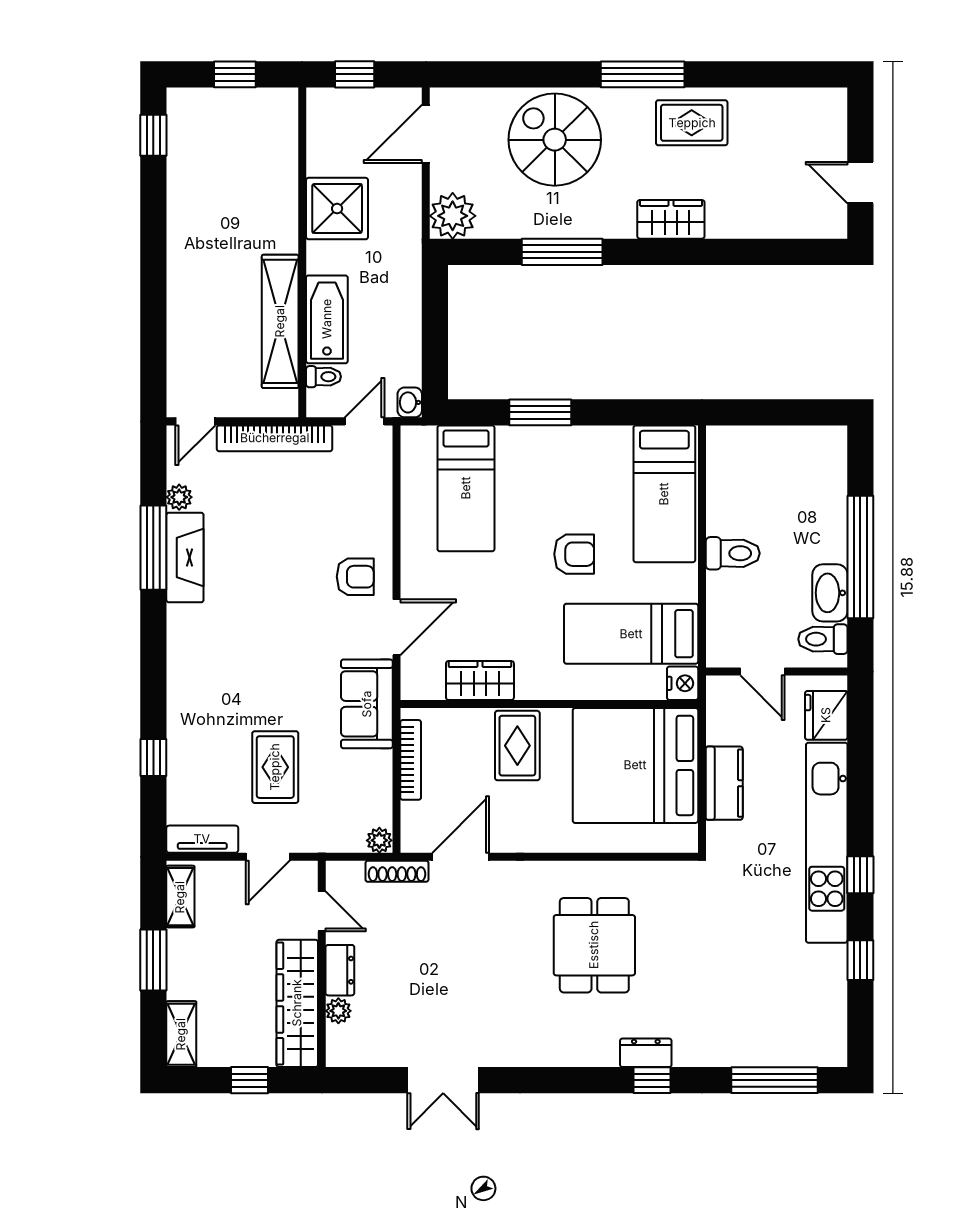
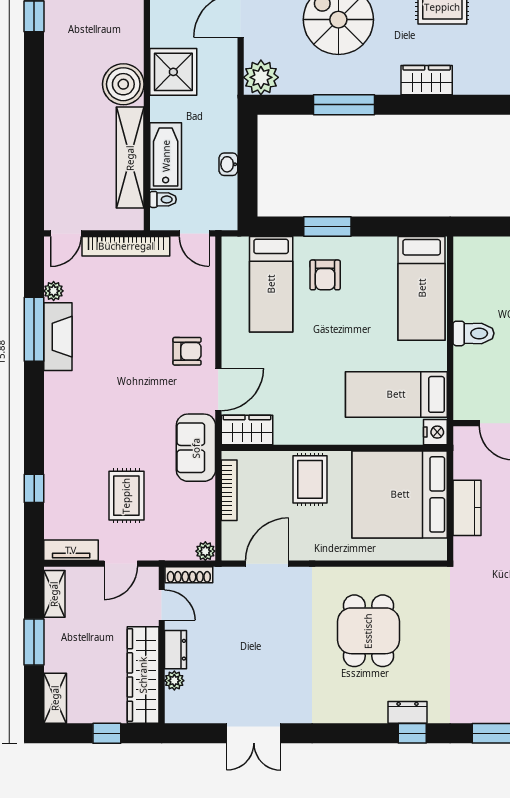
boiler: (271, 225) -> (123, 84), added
washbasin: (410, 402) -> (228, 164), moved
door: (365, 421) -> (194, 233), swing flipped
armchair: (574, 554) -> (325, 275), moved, turned 90
wardrobe: (480, 681) -> (247, 430), moved
shoe rack: (397, 871) -> (189, 575), moved

